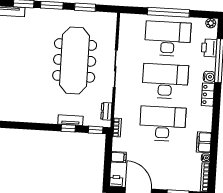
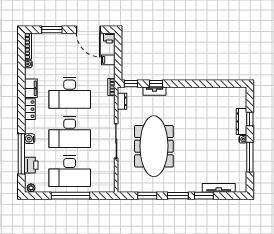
locker: (208, 95) -> (30, 109), moved
filing cabinet: (204, 142) -> (31, 88), moved

